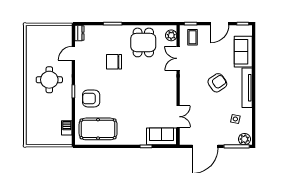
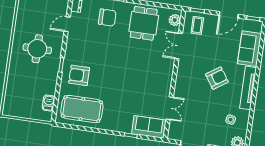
chair: (114, 62) -> (107, 18), moved, turned 180

